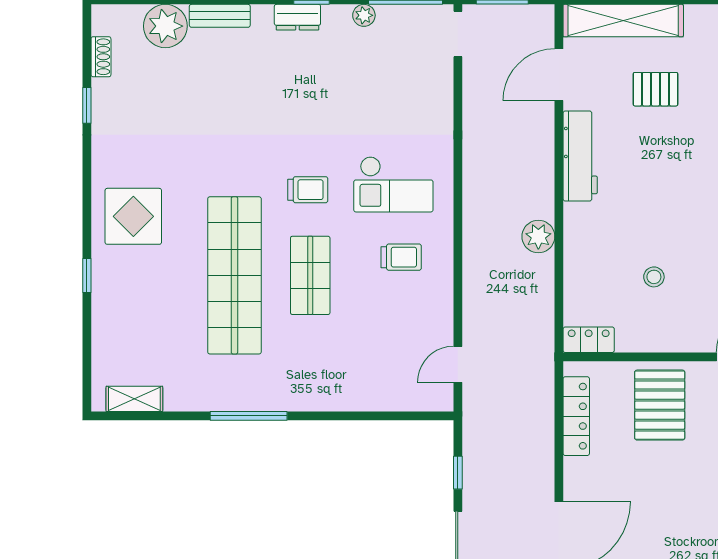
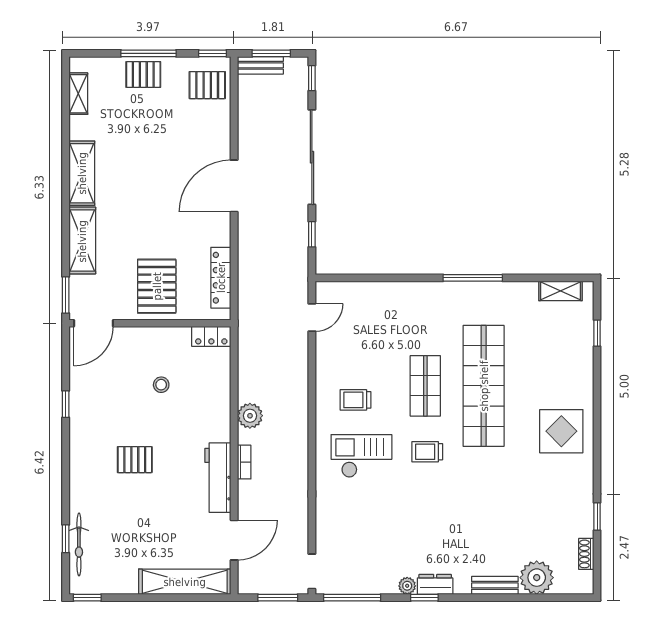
plant: (364, 15) -> (407, 586), moved
pallet: (655, 89) -> (135, 460), moved
bookcase: (546, 176) -> (244, 462), added
window: (87, 275) -> (597, 333), moved

